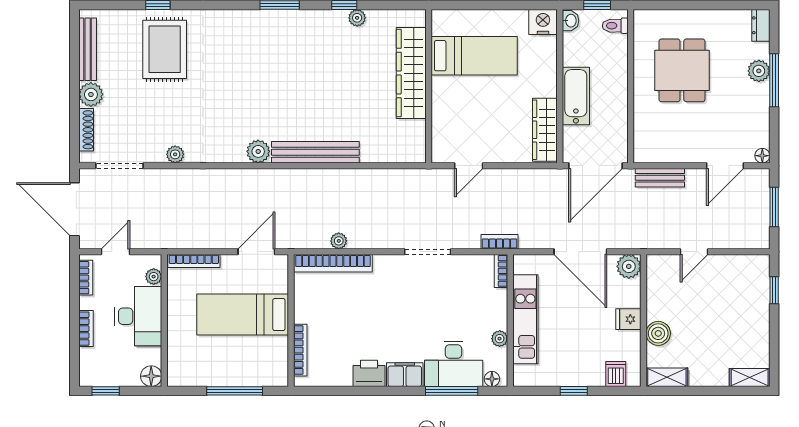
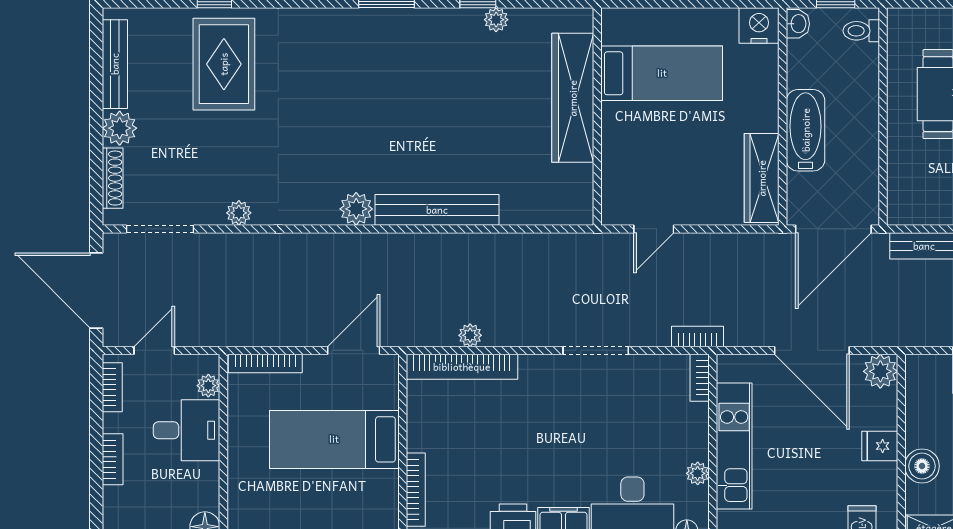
desk: (138, 316) -> (187, 430), width x0.73

